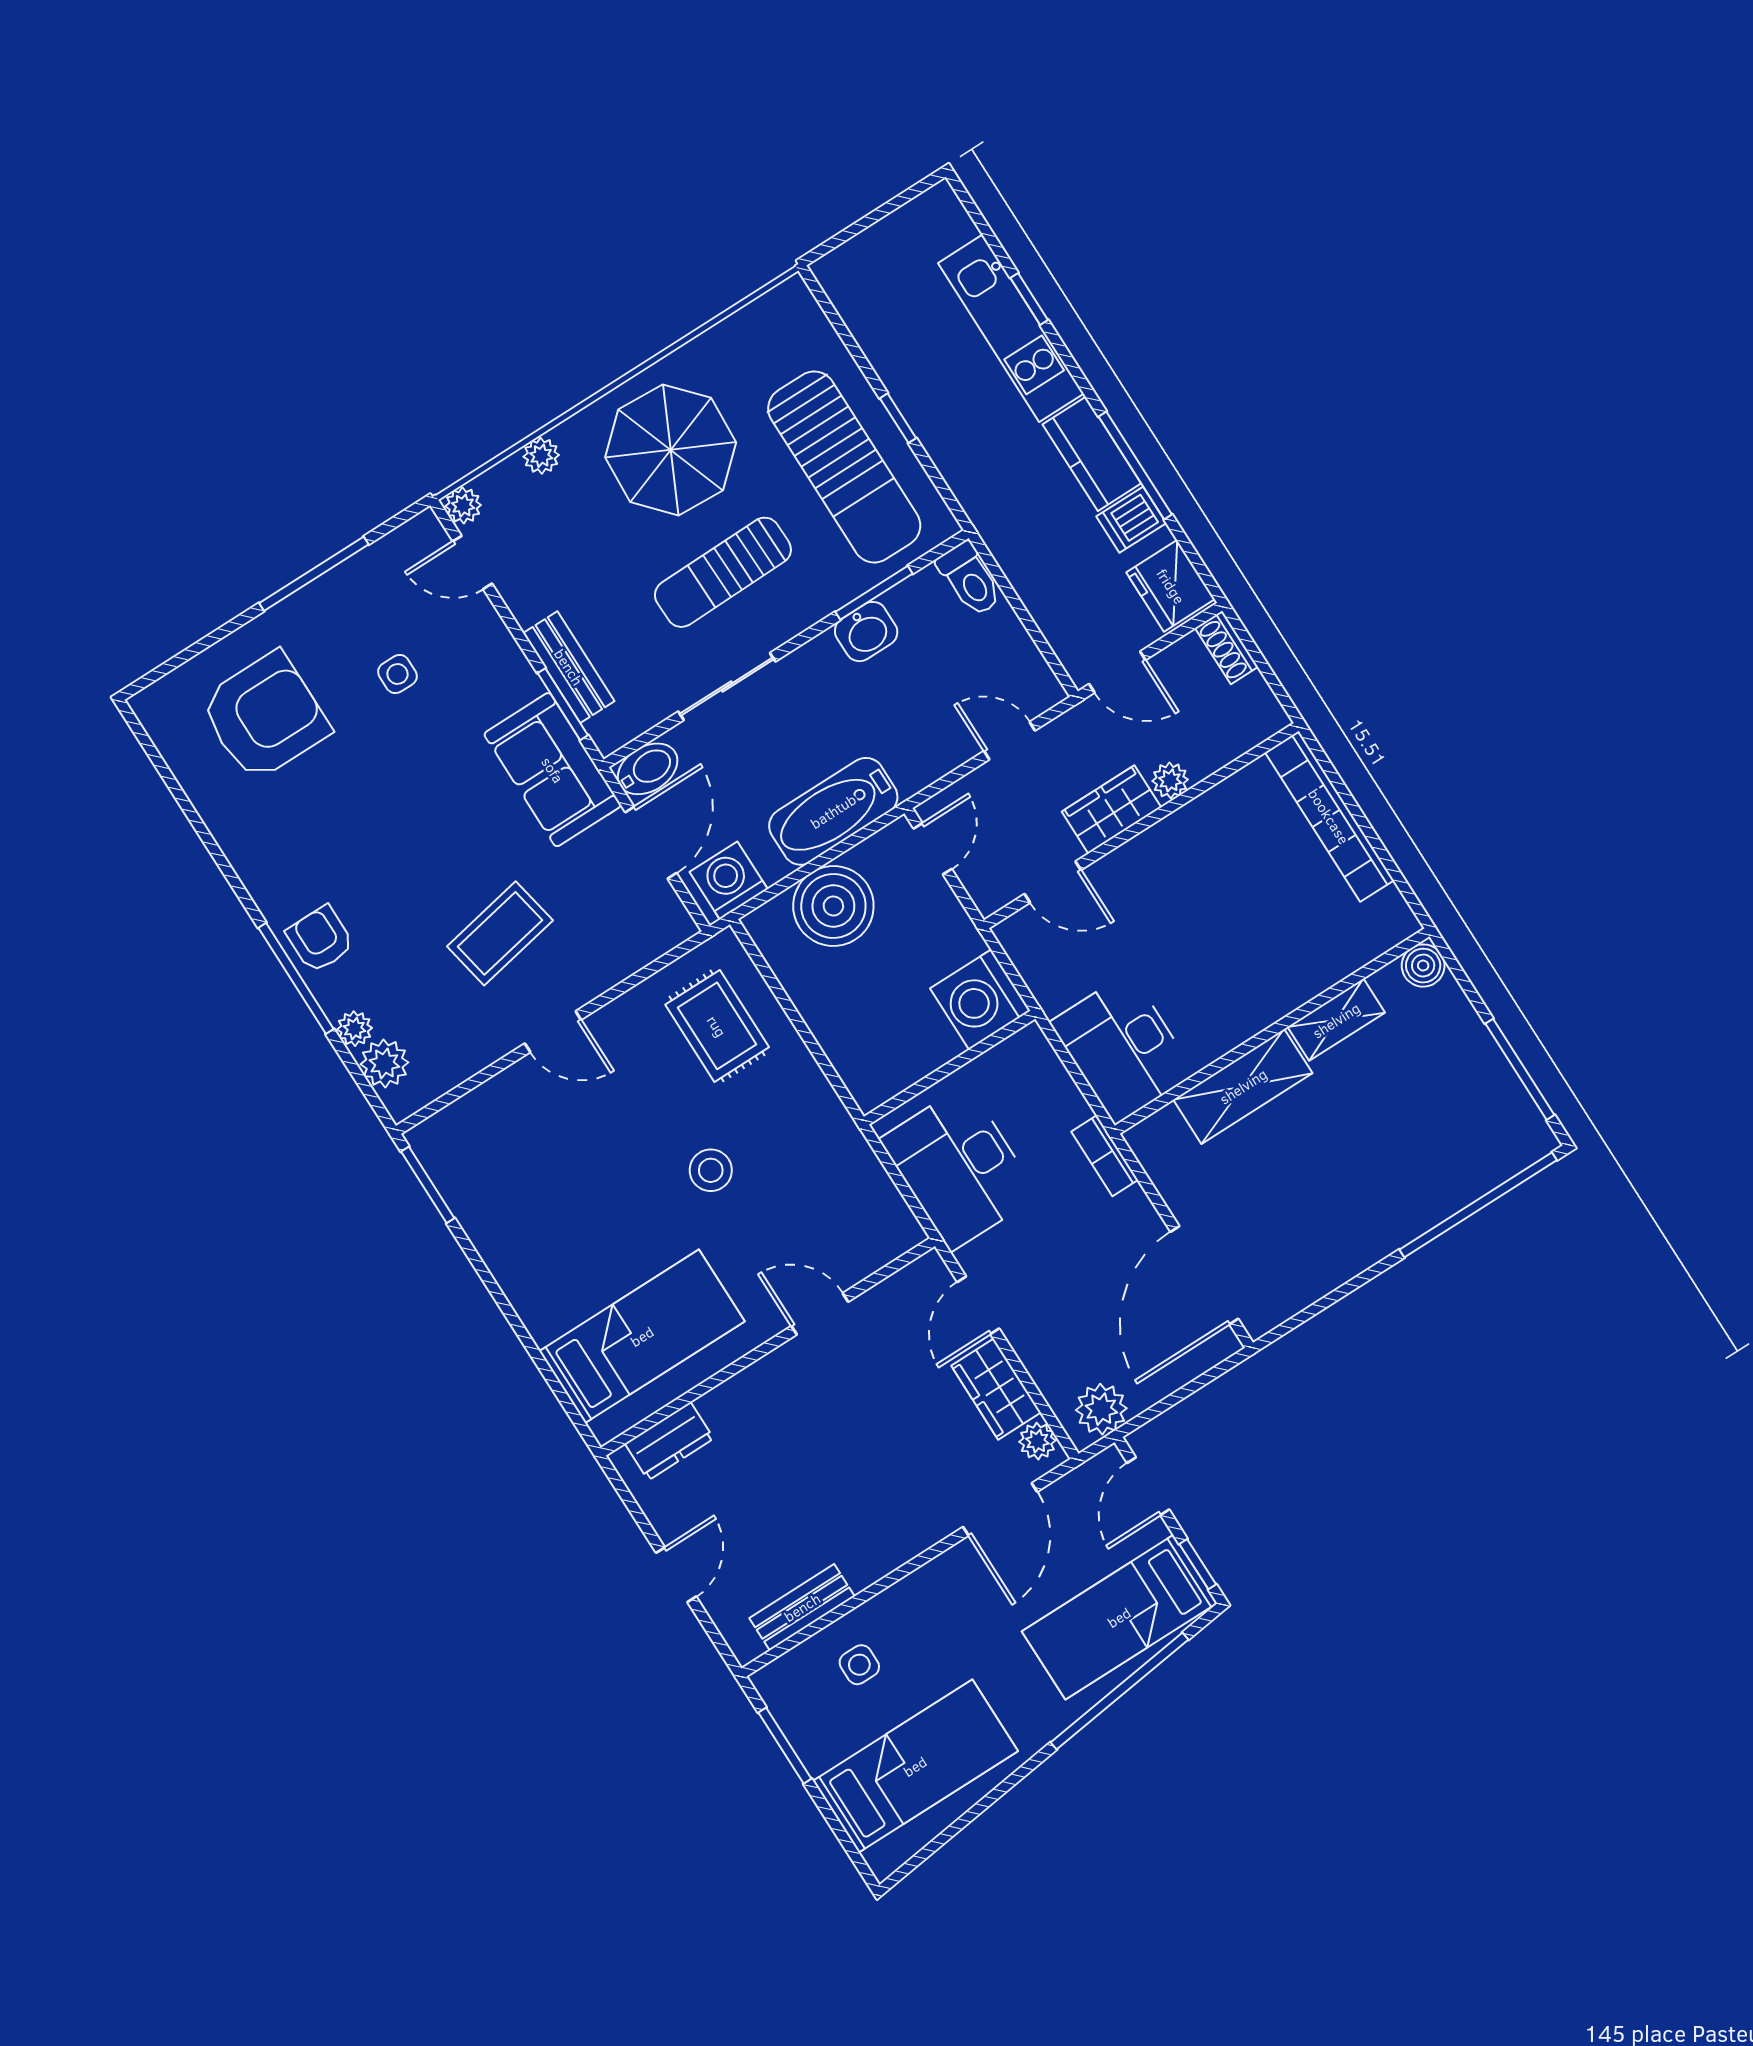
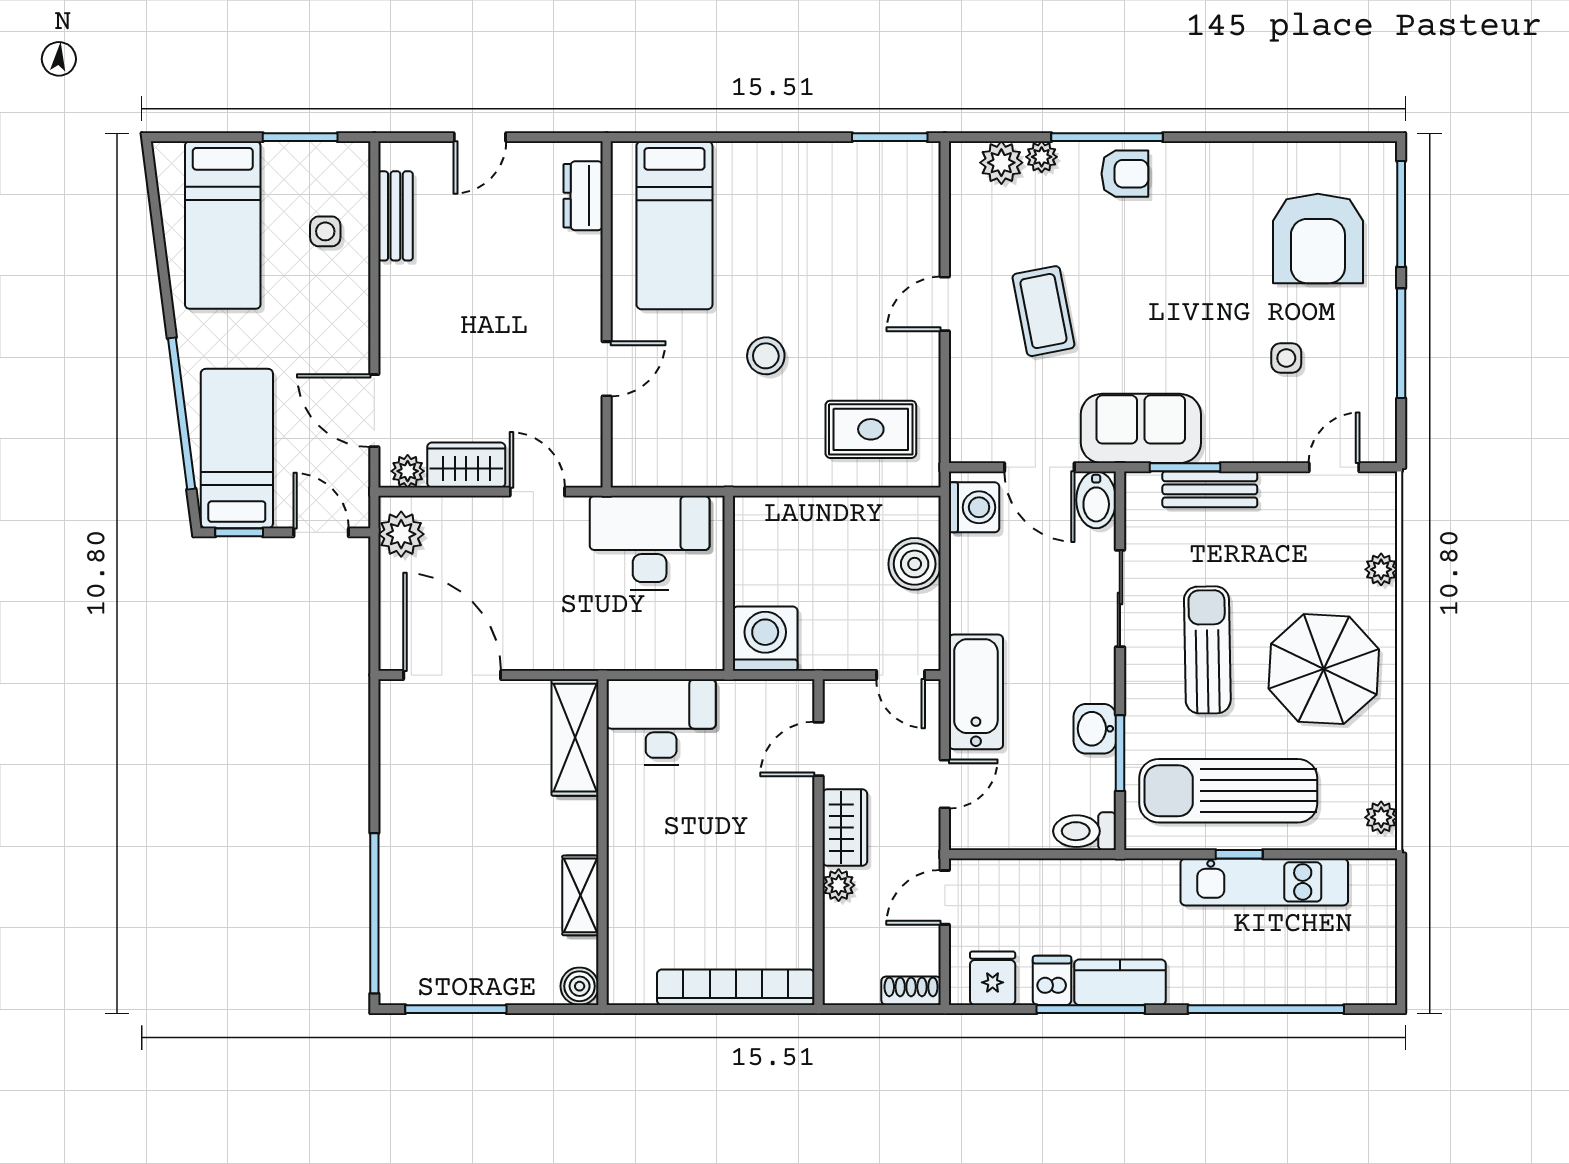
window: (1029, 299) -> (1266, 1009), width x3.17
kitchen unit: (1011, 328) -> (1264, 882), moved, turned 180
plant: (463, 506) -> (1381, 817), moved
fridge: (1171, 586) -> (993, 978), width x0.72
window: (191, 652) -> (1401, 214), added
bathtub: (833, 811) -> (976, 692), moved
boiler: (833, 906) -> (915, 564), width x0.73, depth x0.73
shelving: (1243, 1086) -> (575, 738), moved
bookcase: (1105, 1156) -> (589, 657), removed
door: (676, 1575) -> (480, 137), hinge flipped

